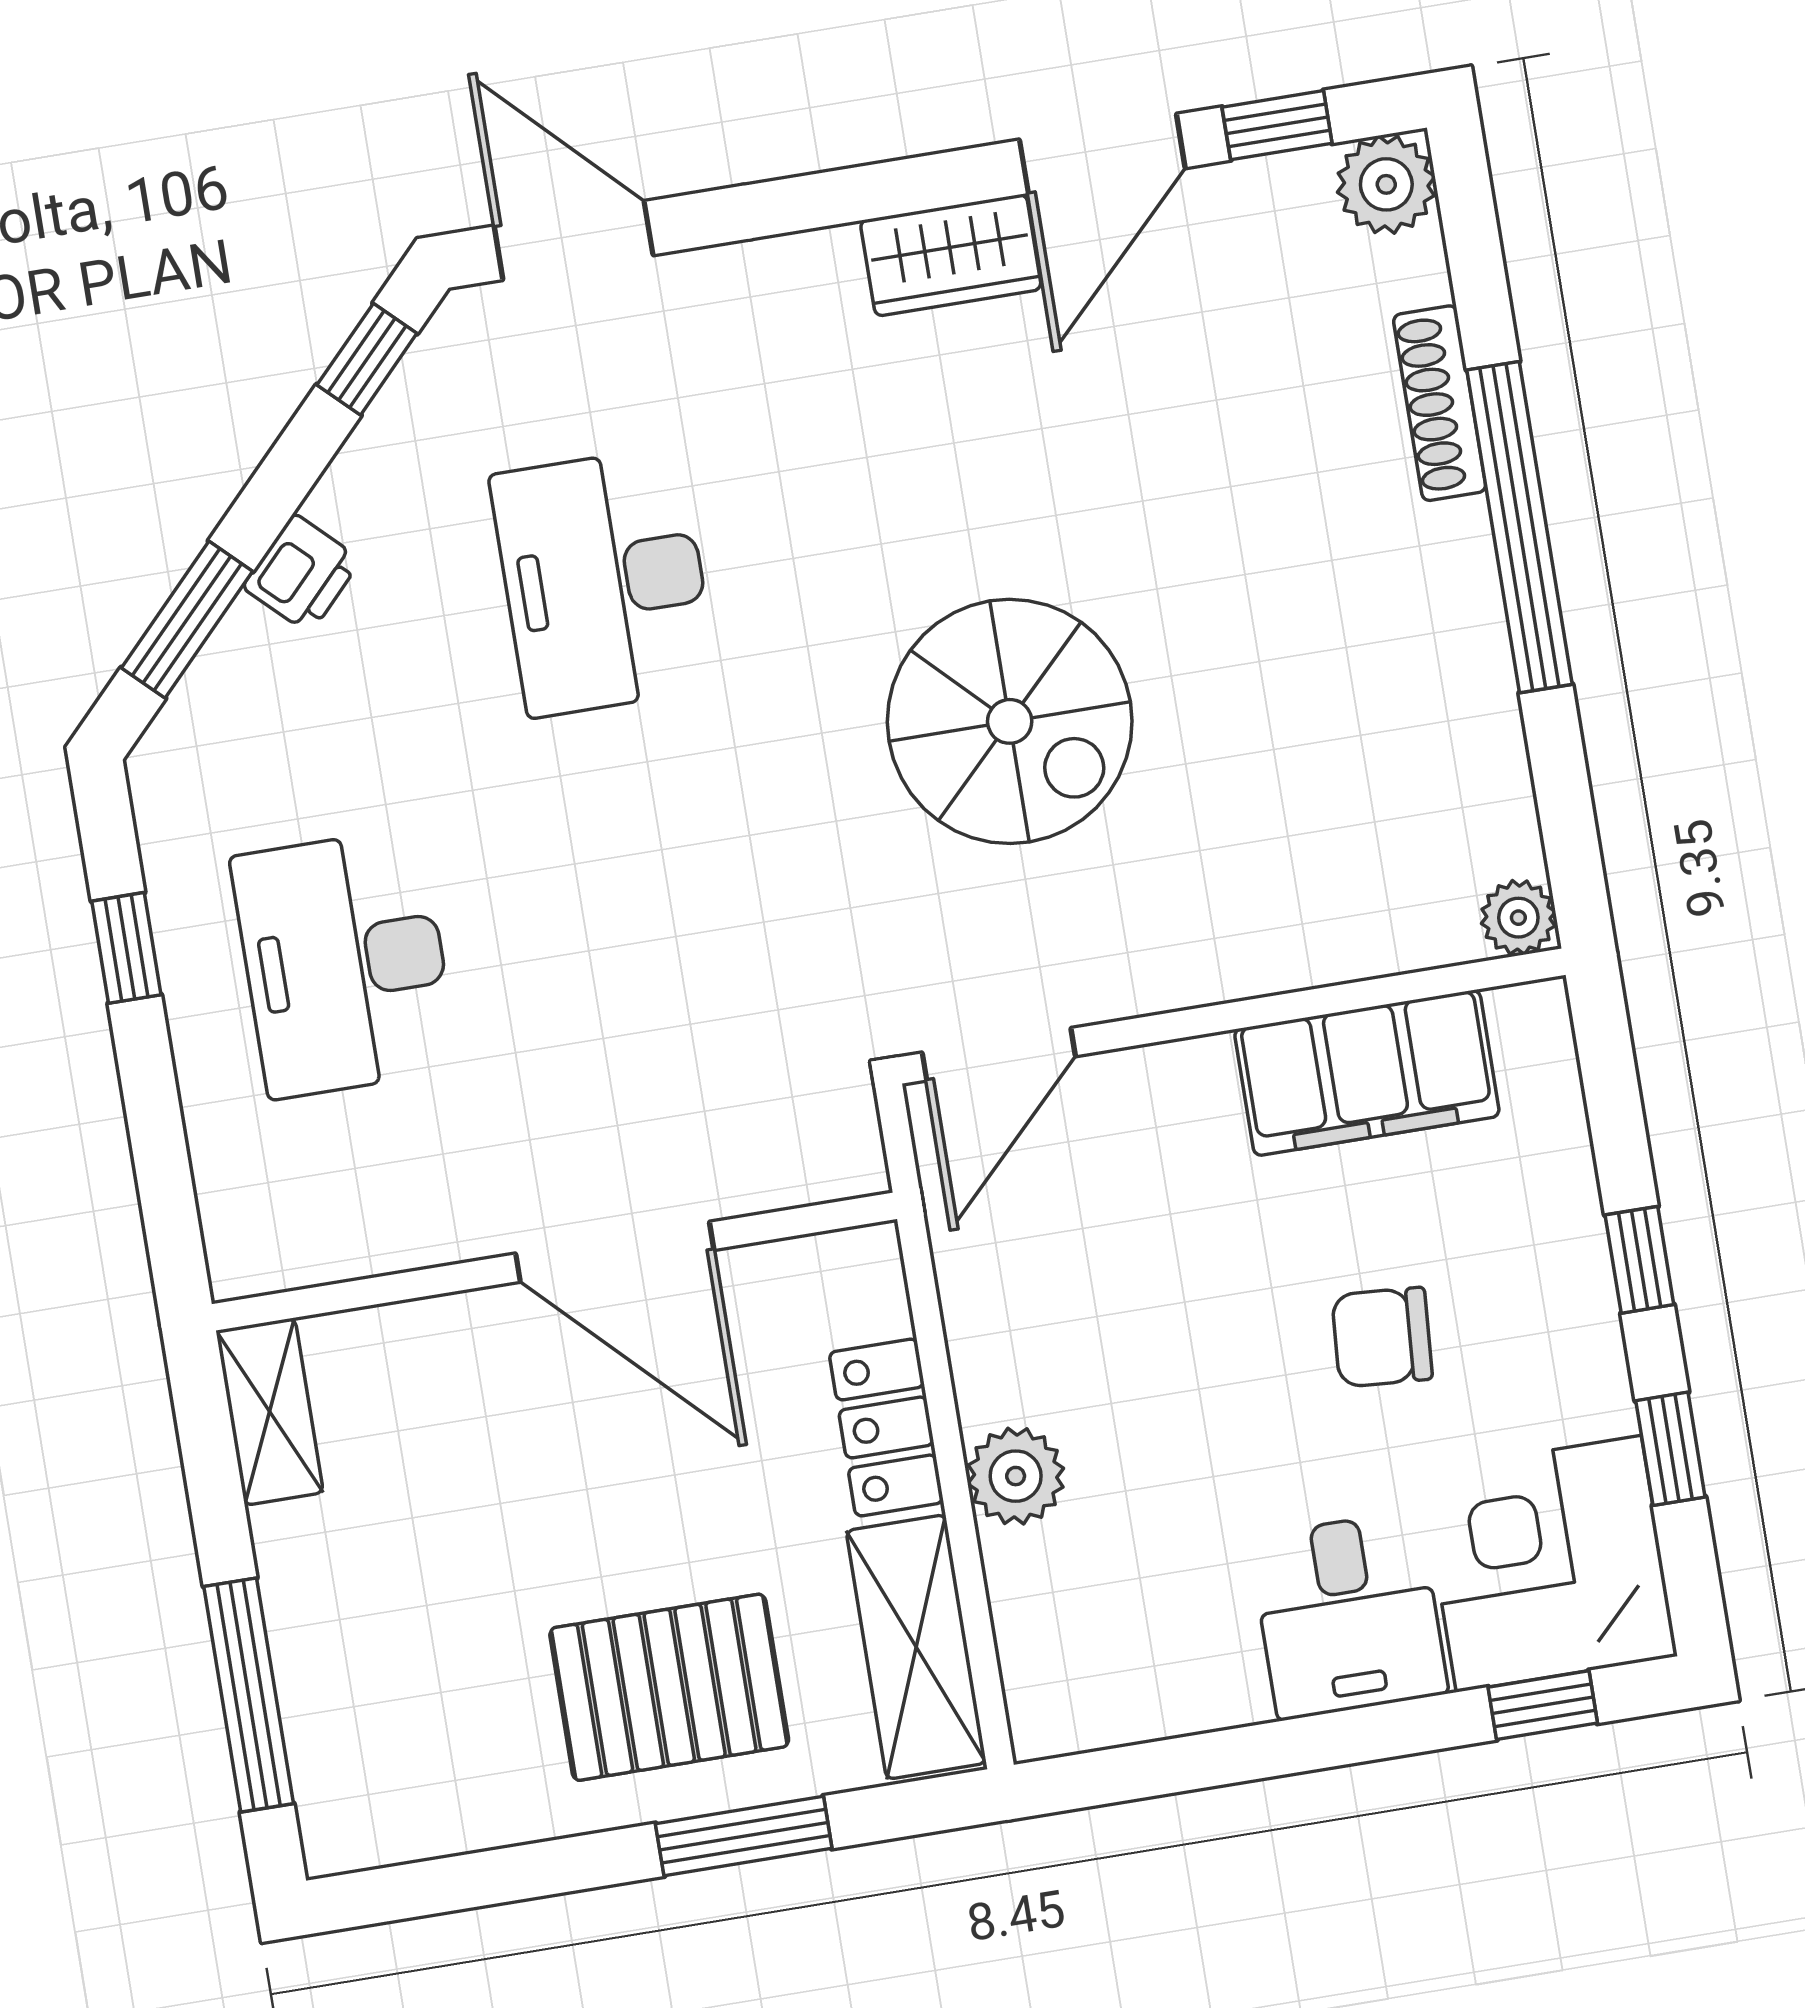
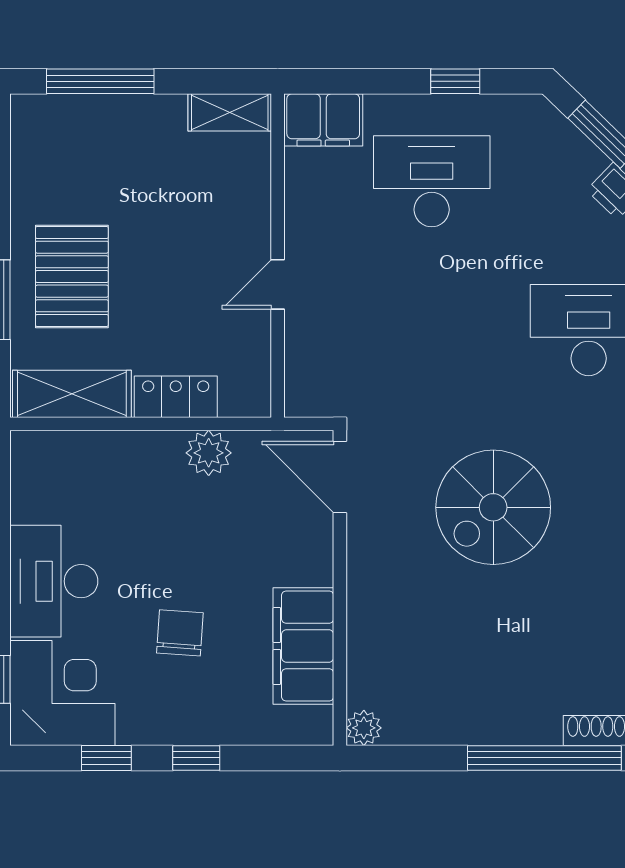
filing cabinet: (253, 1212) -> (323, 120), added
door: (615, 1252) -> (278, 284), width x0.53
plant: (1016, 1476) -> (209, 453), moved
desk: (1348, 1615) -> (54, 581), width x1.37

